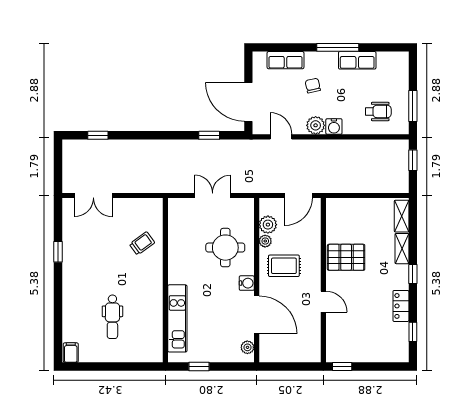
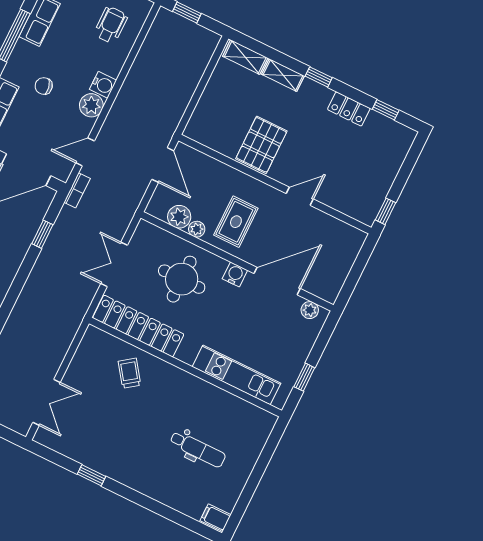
bookcase: (251, 144) -> (77, 190), added
locker: (178, 233) -> (138, 326), added

